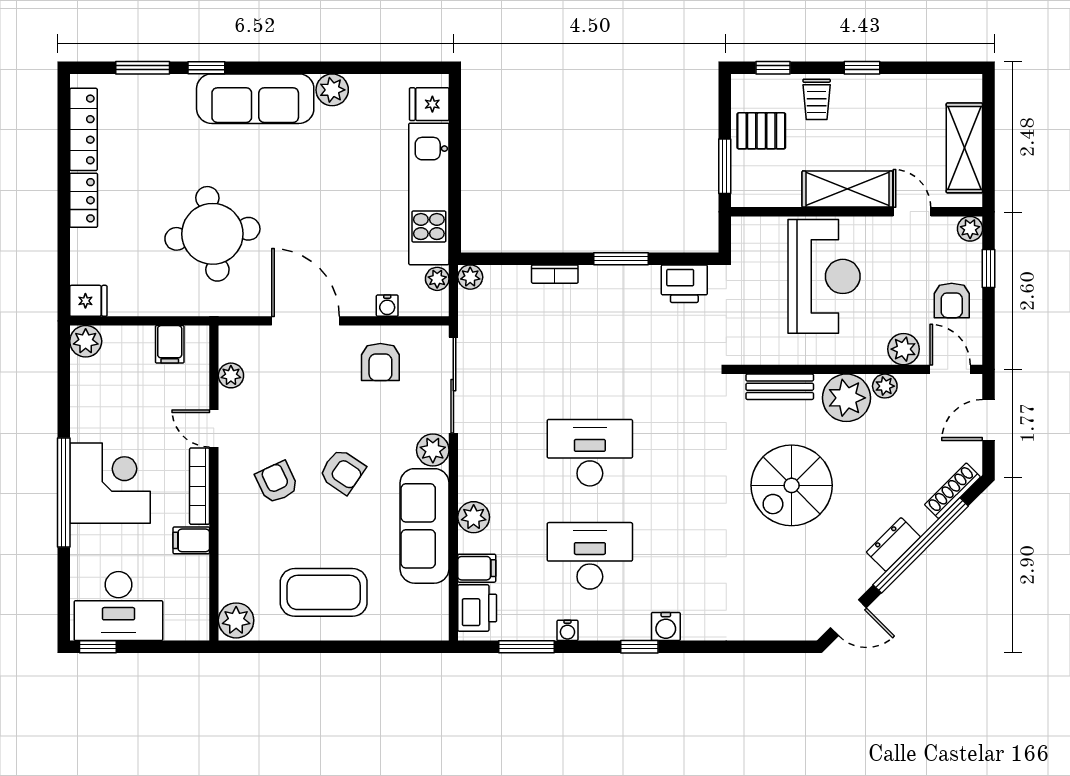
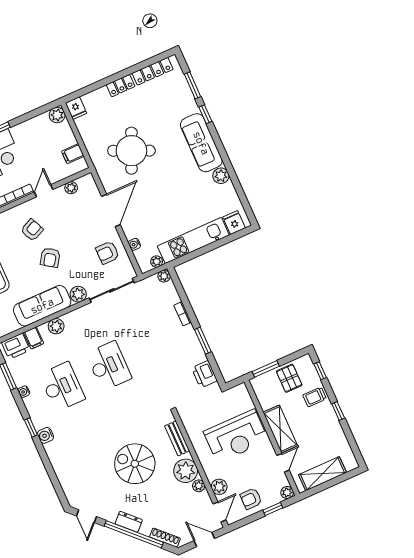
round table: (212, 234) -> (131, 151), turned 32

